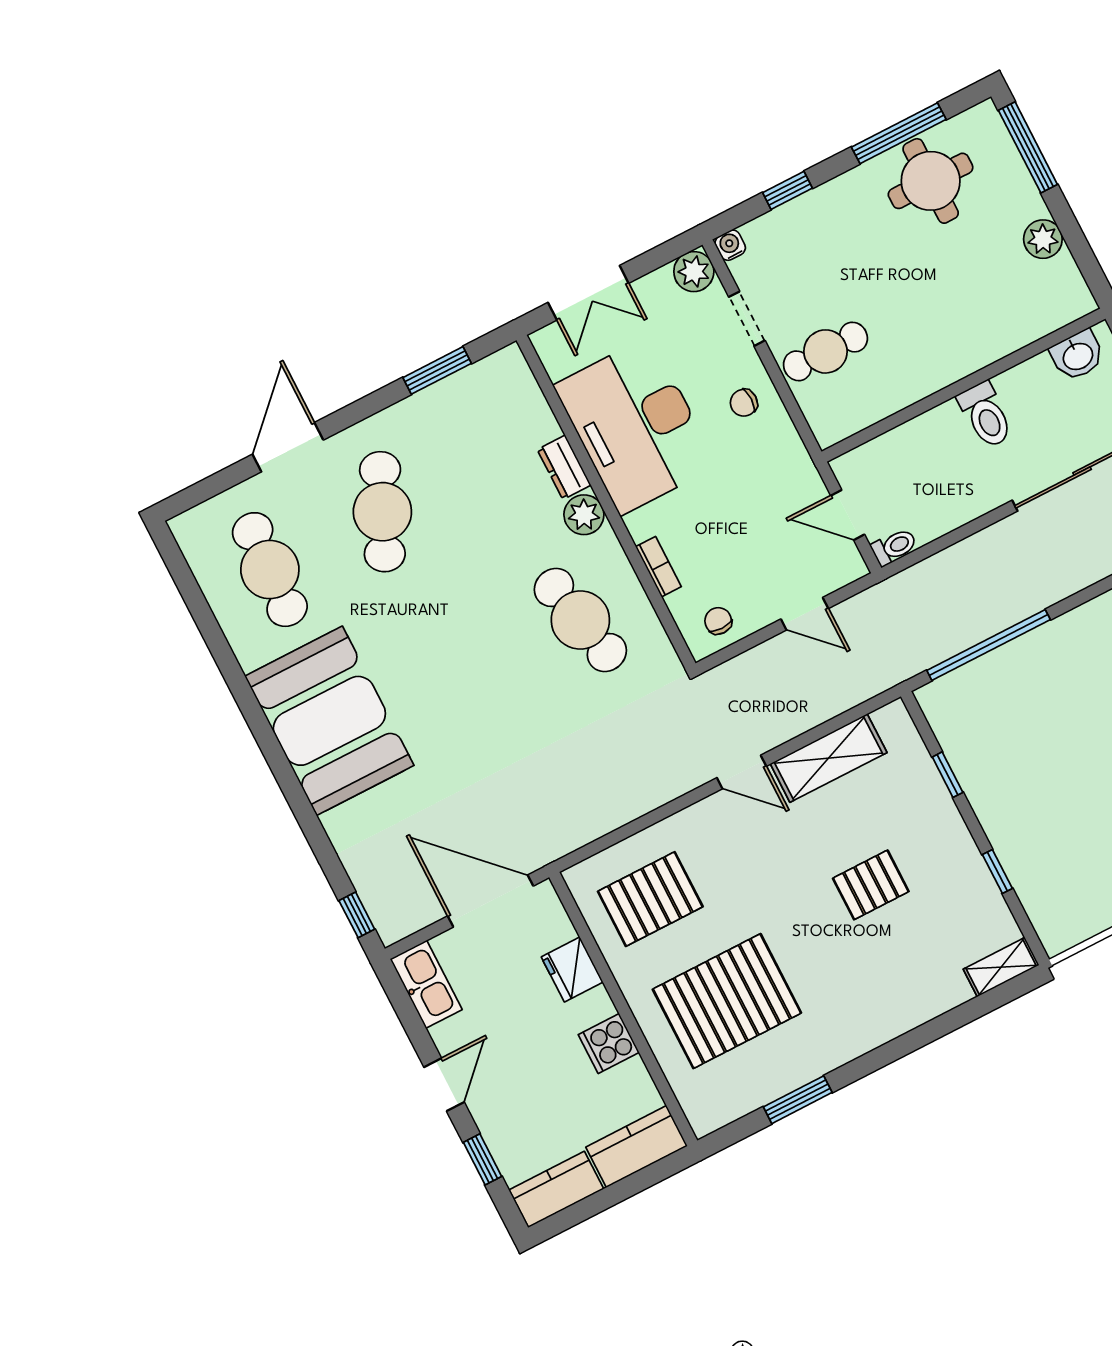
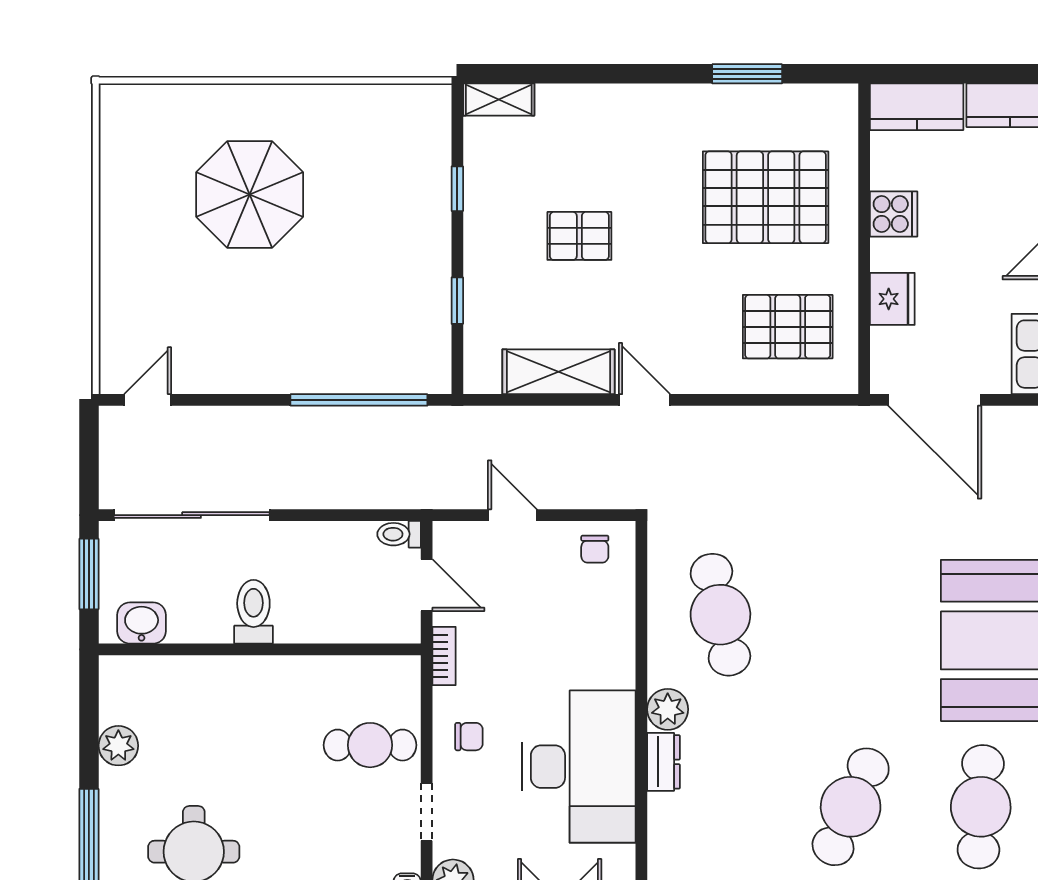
bookcase: (658, 567) -> (444, 656), moved, turned 180

